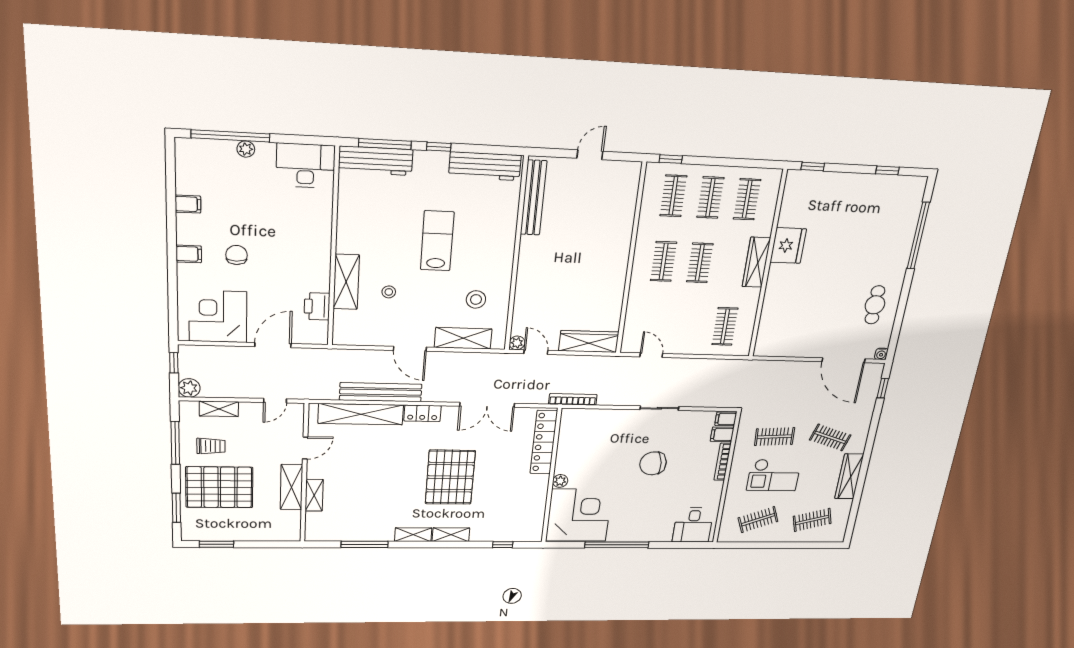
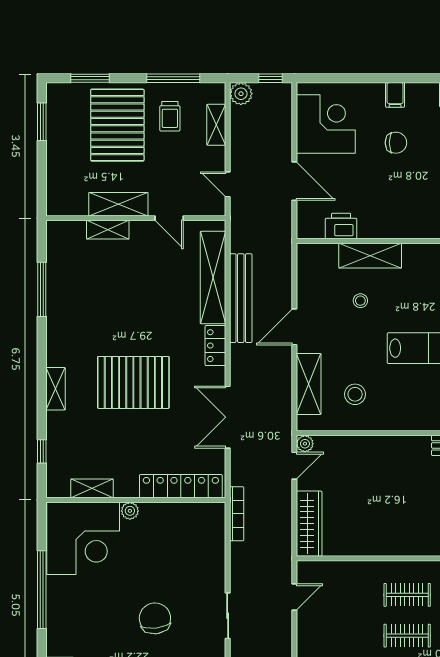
shelving: (413, 535) -> (92, 488), moved, turned 90

